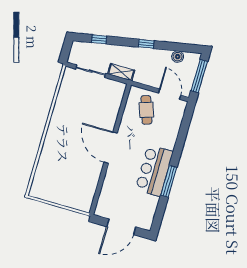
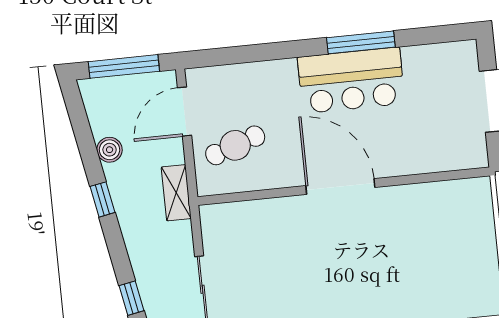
boiler: (178, 57) -> (110, 150), moved
shelving: (121, 72) -> (176, 193), moved
door: (111, 148) -> (340, 187), swing flipped

